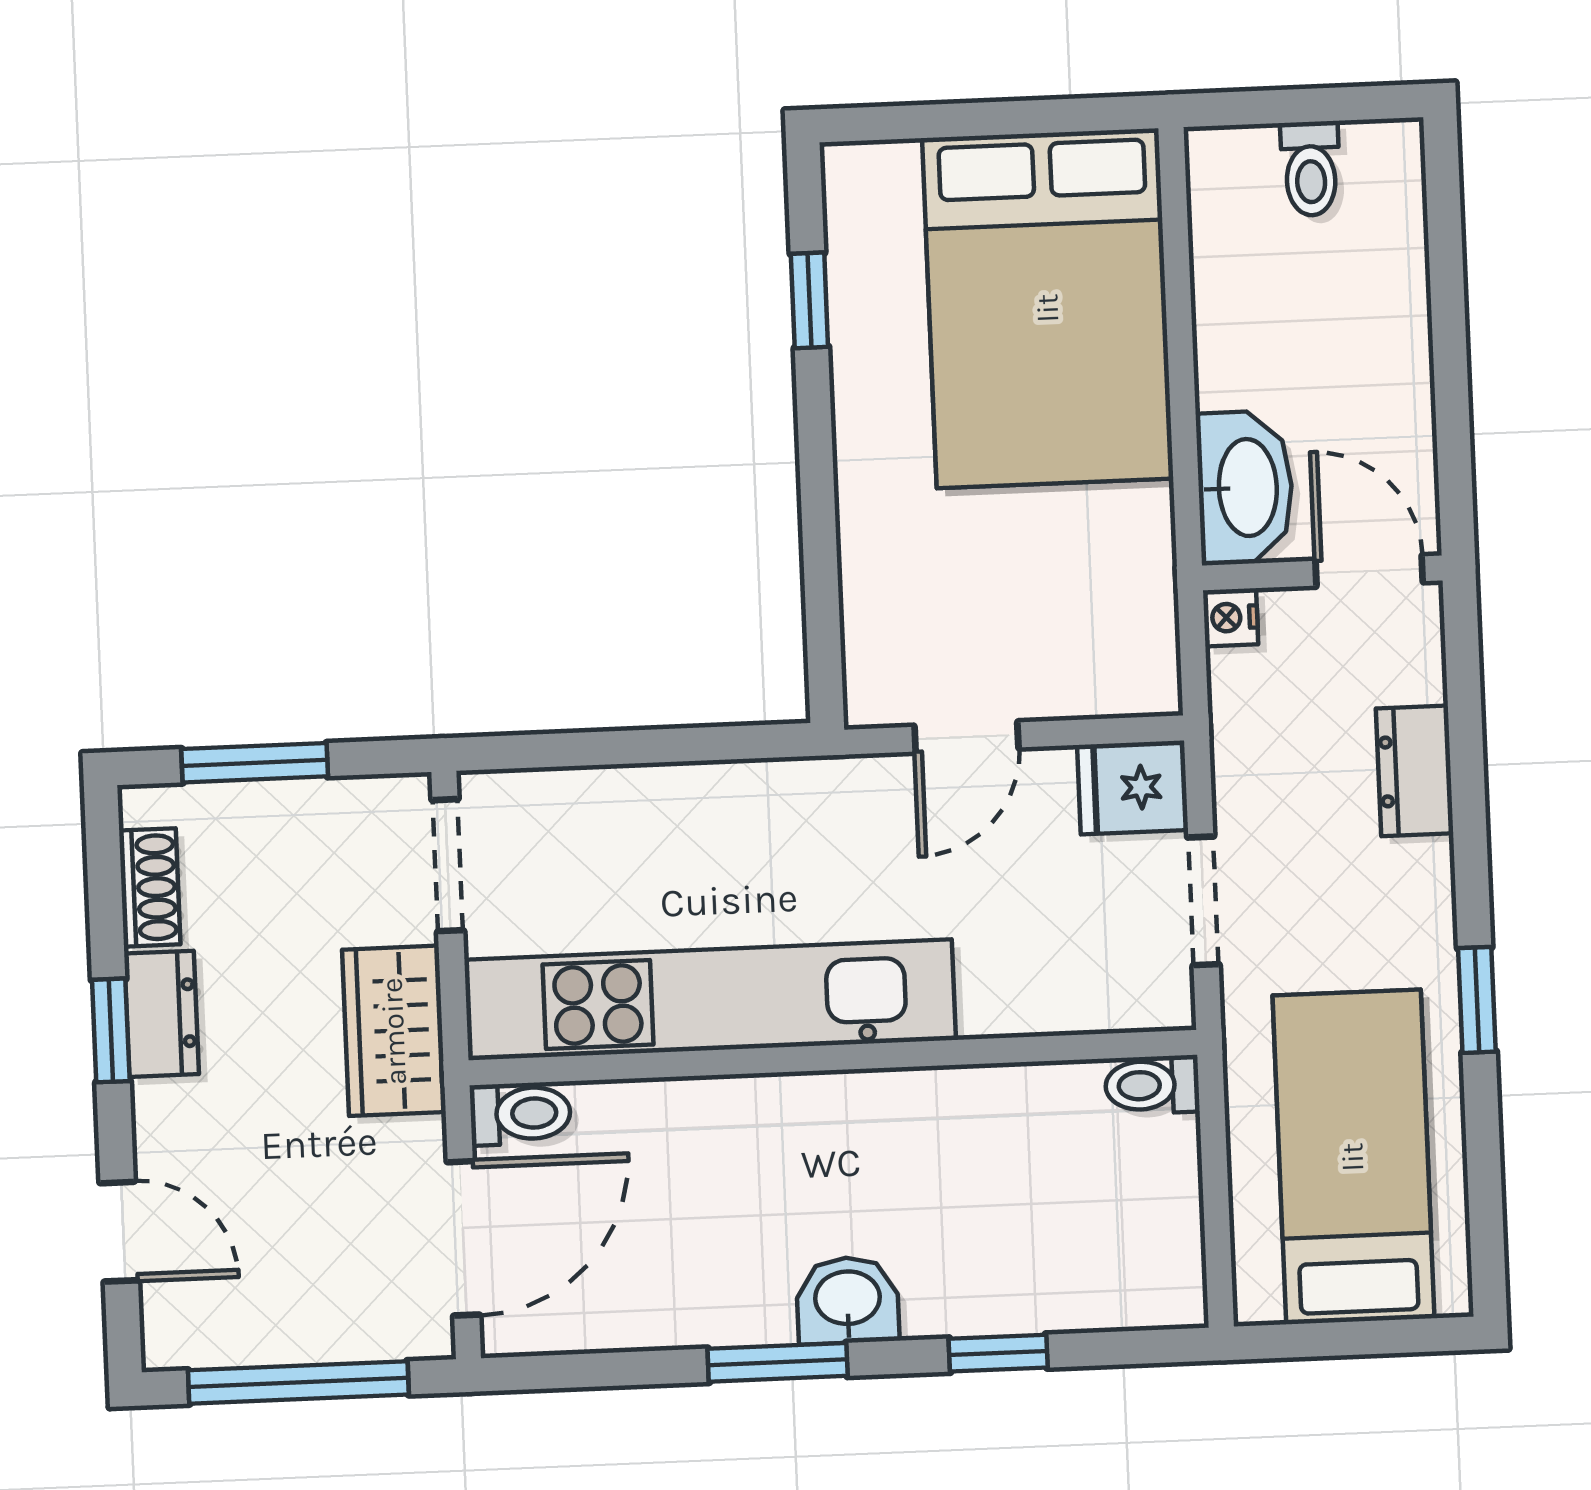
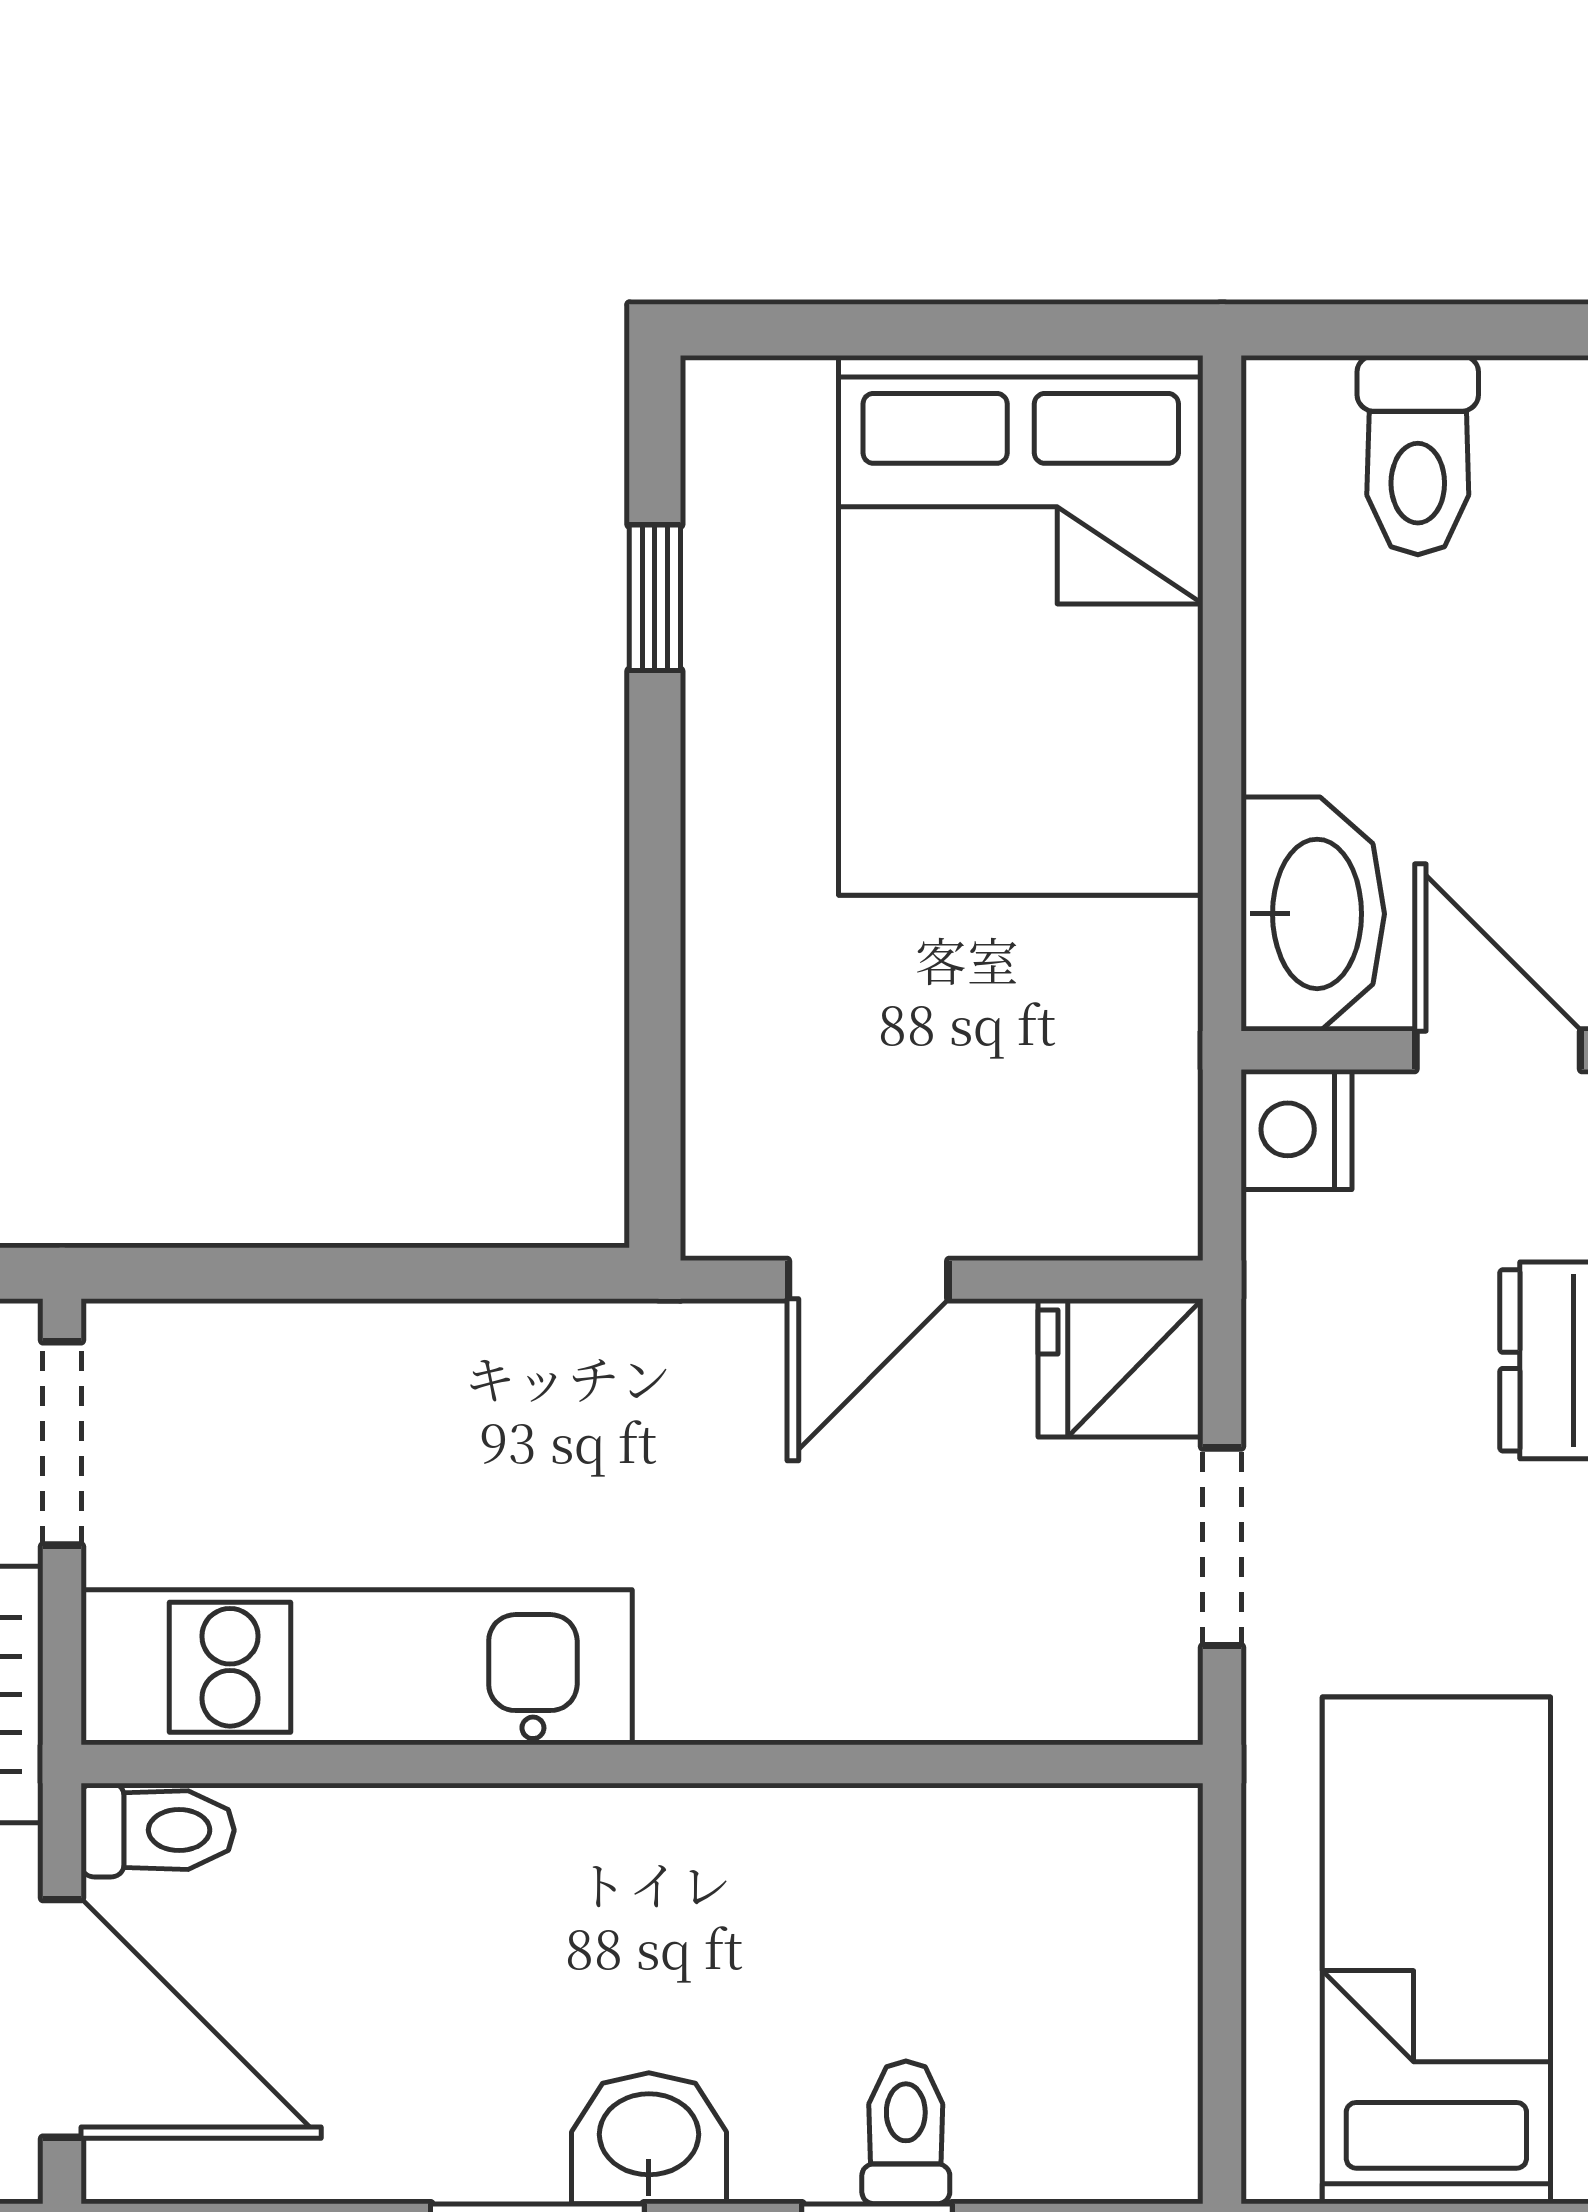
toilet: (1311, 169) -> (1418, 455), width x1.37, depth x1.39
nightstand: (1231, 617) -> (1297, 1129), width x1.39, depth x1.35
kitchen unit: (710, 1000) -> (357, 1667), width x0.73
toilet: (1152, 1085) -> (906, 2132), moved, turned 90
door: (463, 1238) -> (62, 2018), hinge flipped

